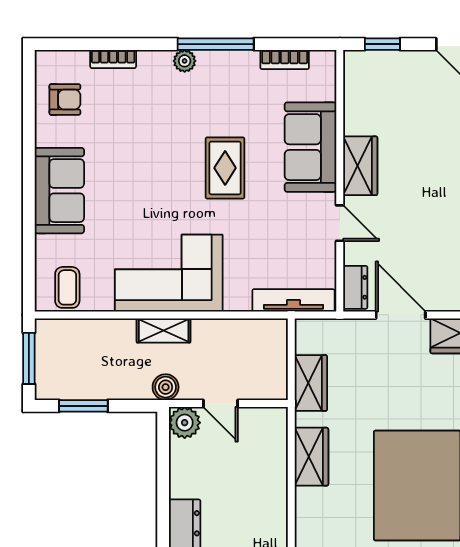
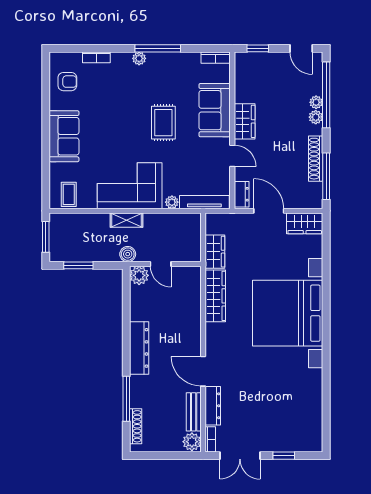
bookcase: (285, 60) -> (216, 58), moved
plant: (239, 301) -> (172, 202), added
wardrobe: (311, 457) -> (215, 296), width x1.50

